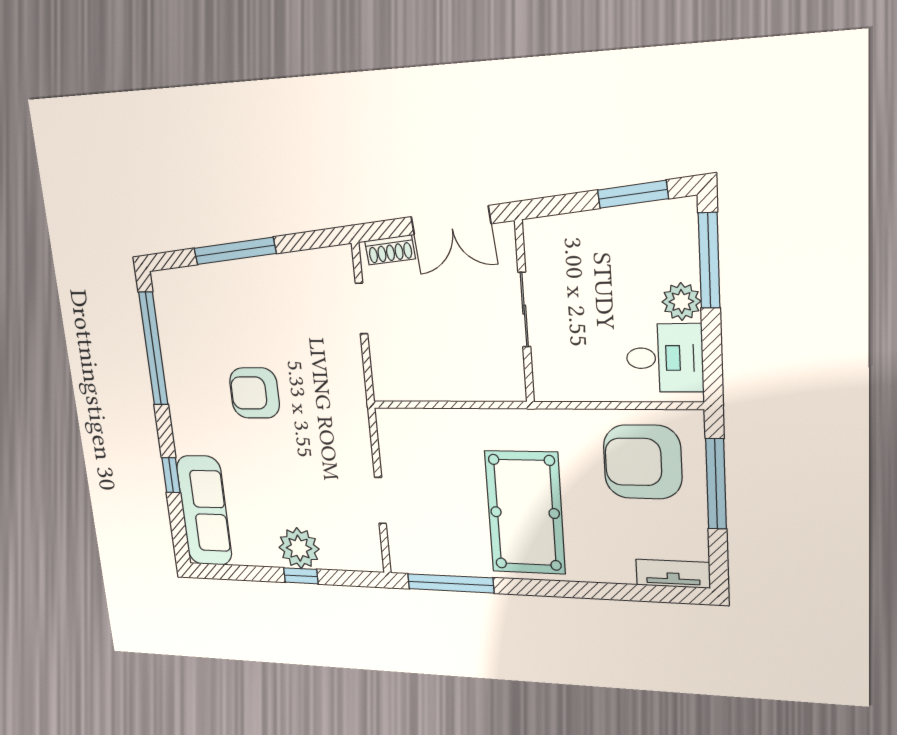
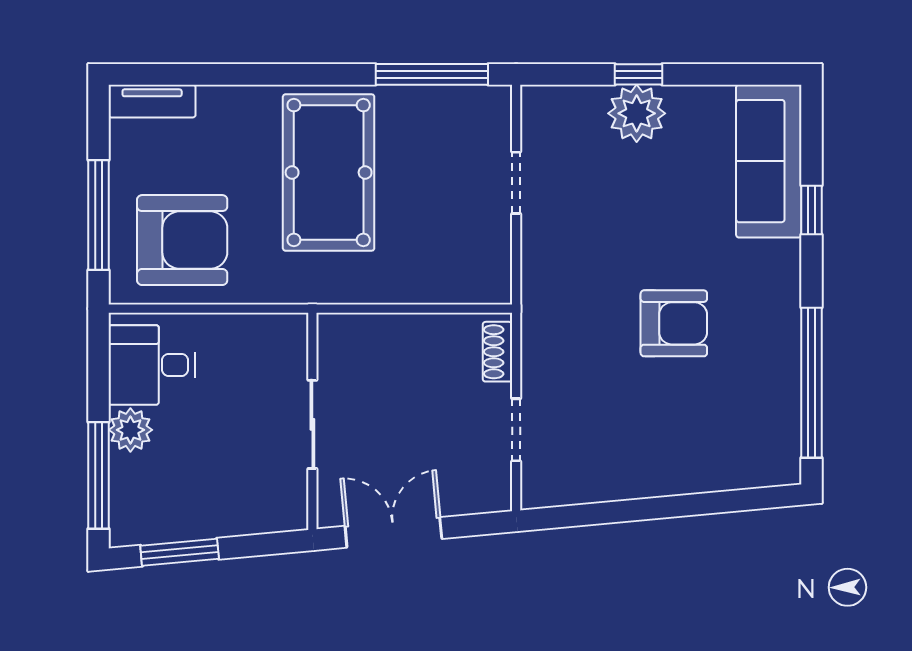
shoe rack: (390, 250) -> (497, 352), moved, turned -85
window: (235, 251) -> (677, 506), removed

